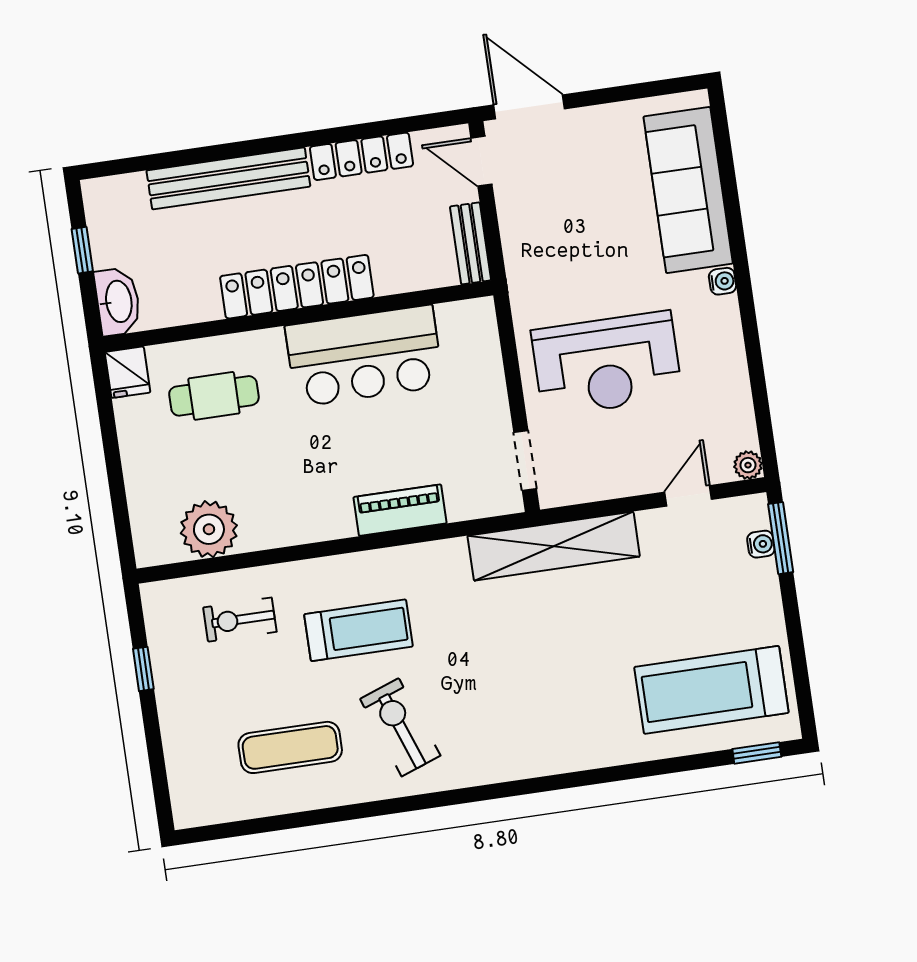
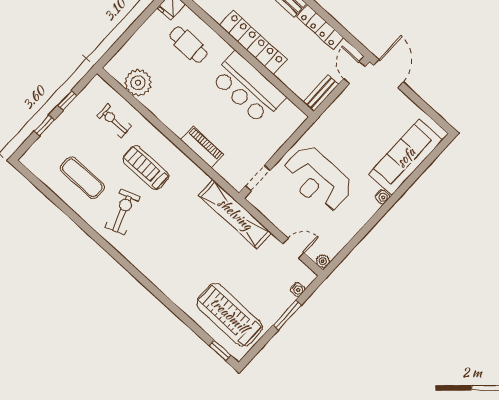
window: (781, 538) -> (287, 315), moved
treadmill: (359, 630) -> (146, 168), turned 180
window: (154, 740) -> (44, 125), added

